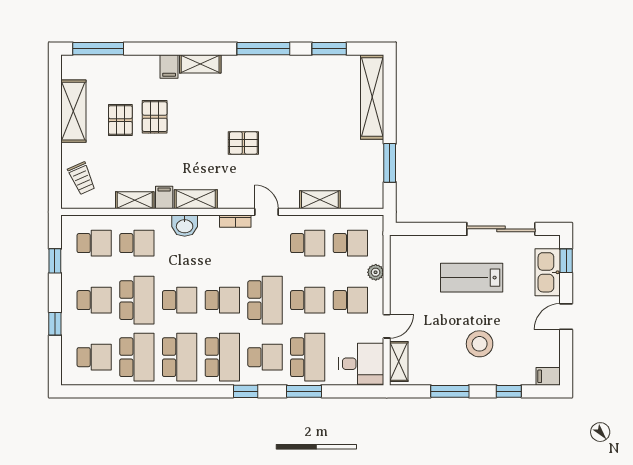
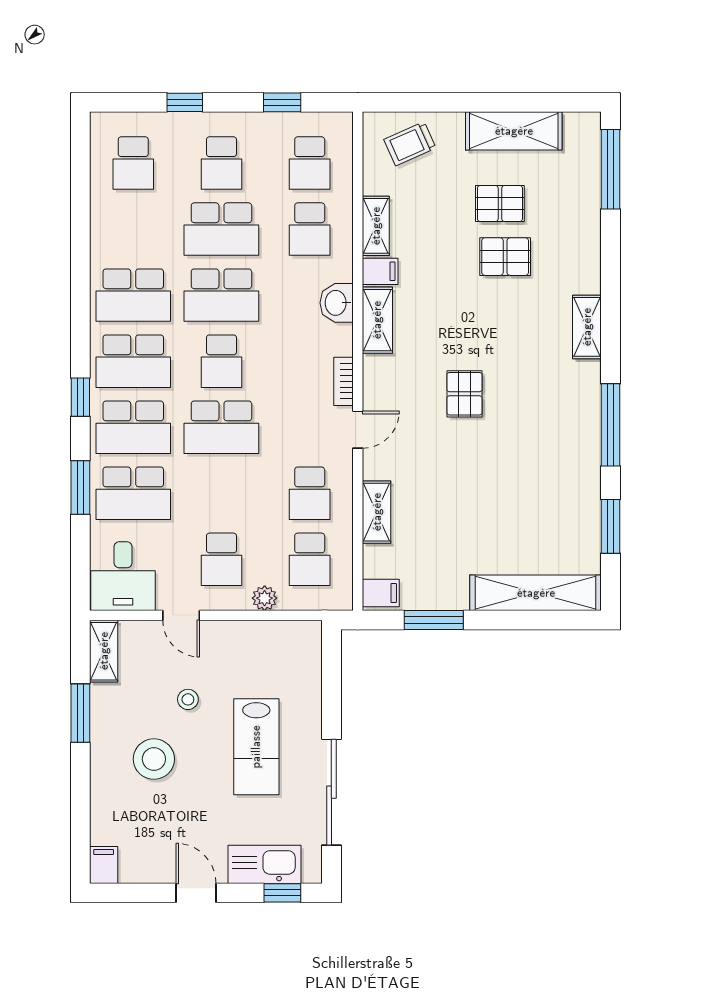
filing cabinet: (169, 66) -> (381, 593), moved, turned 180
lab bench: (472, 278) -> (256, 747), turned 180
school desk: (180, 300) -> (221, 295), width x1.85
school desk: (308, 300) -> (221, 493), removed
stool: (441, 322) -> (188, 699), added
school desk: (137, 357) -> (133, 229), removed
school desk: (265, 357) -> (133, 427), width x1.85
shelving: (399, 362) -> (104, 651), moved, turned 90
window: (509, 391) -> (80, 804), removed

